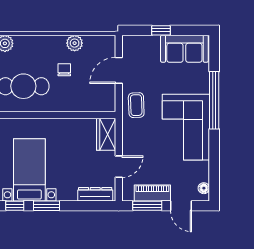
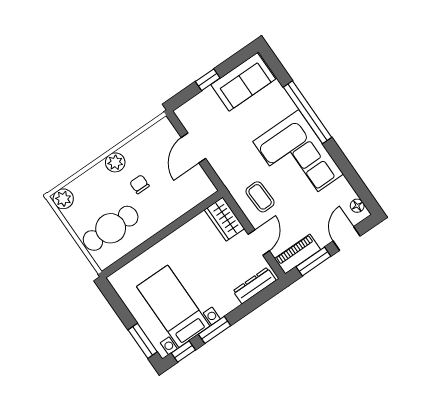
plant: (75, 43) -> (115, 162), moved
coffee table: (136, 105) -> (260, 197), moved
piano: (152, 193) -> (298, 254), moved
door: (181, 206) -> (347, 238), swing flipped

